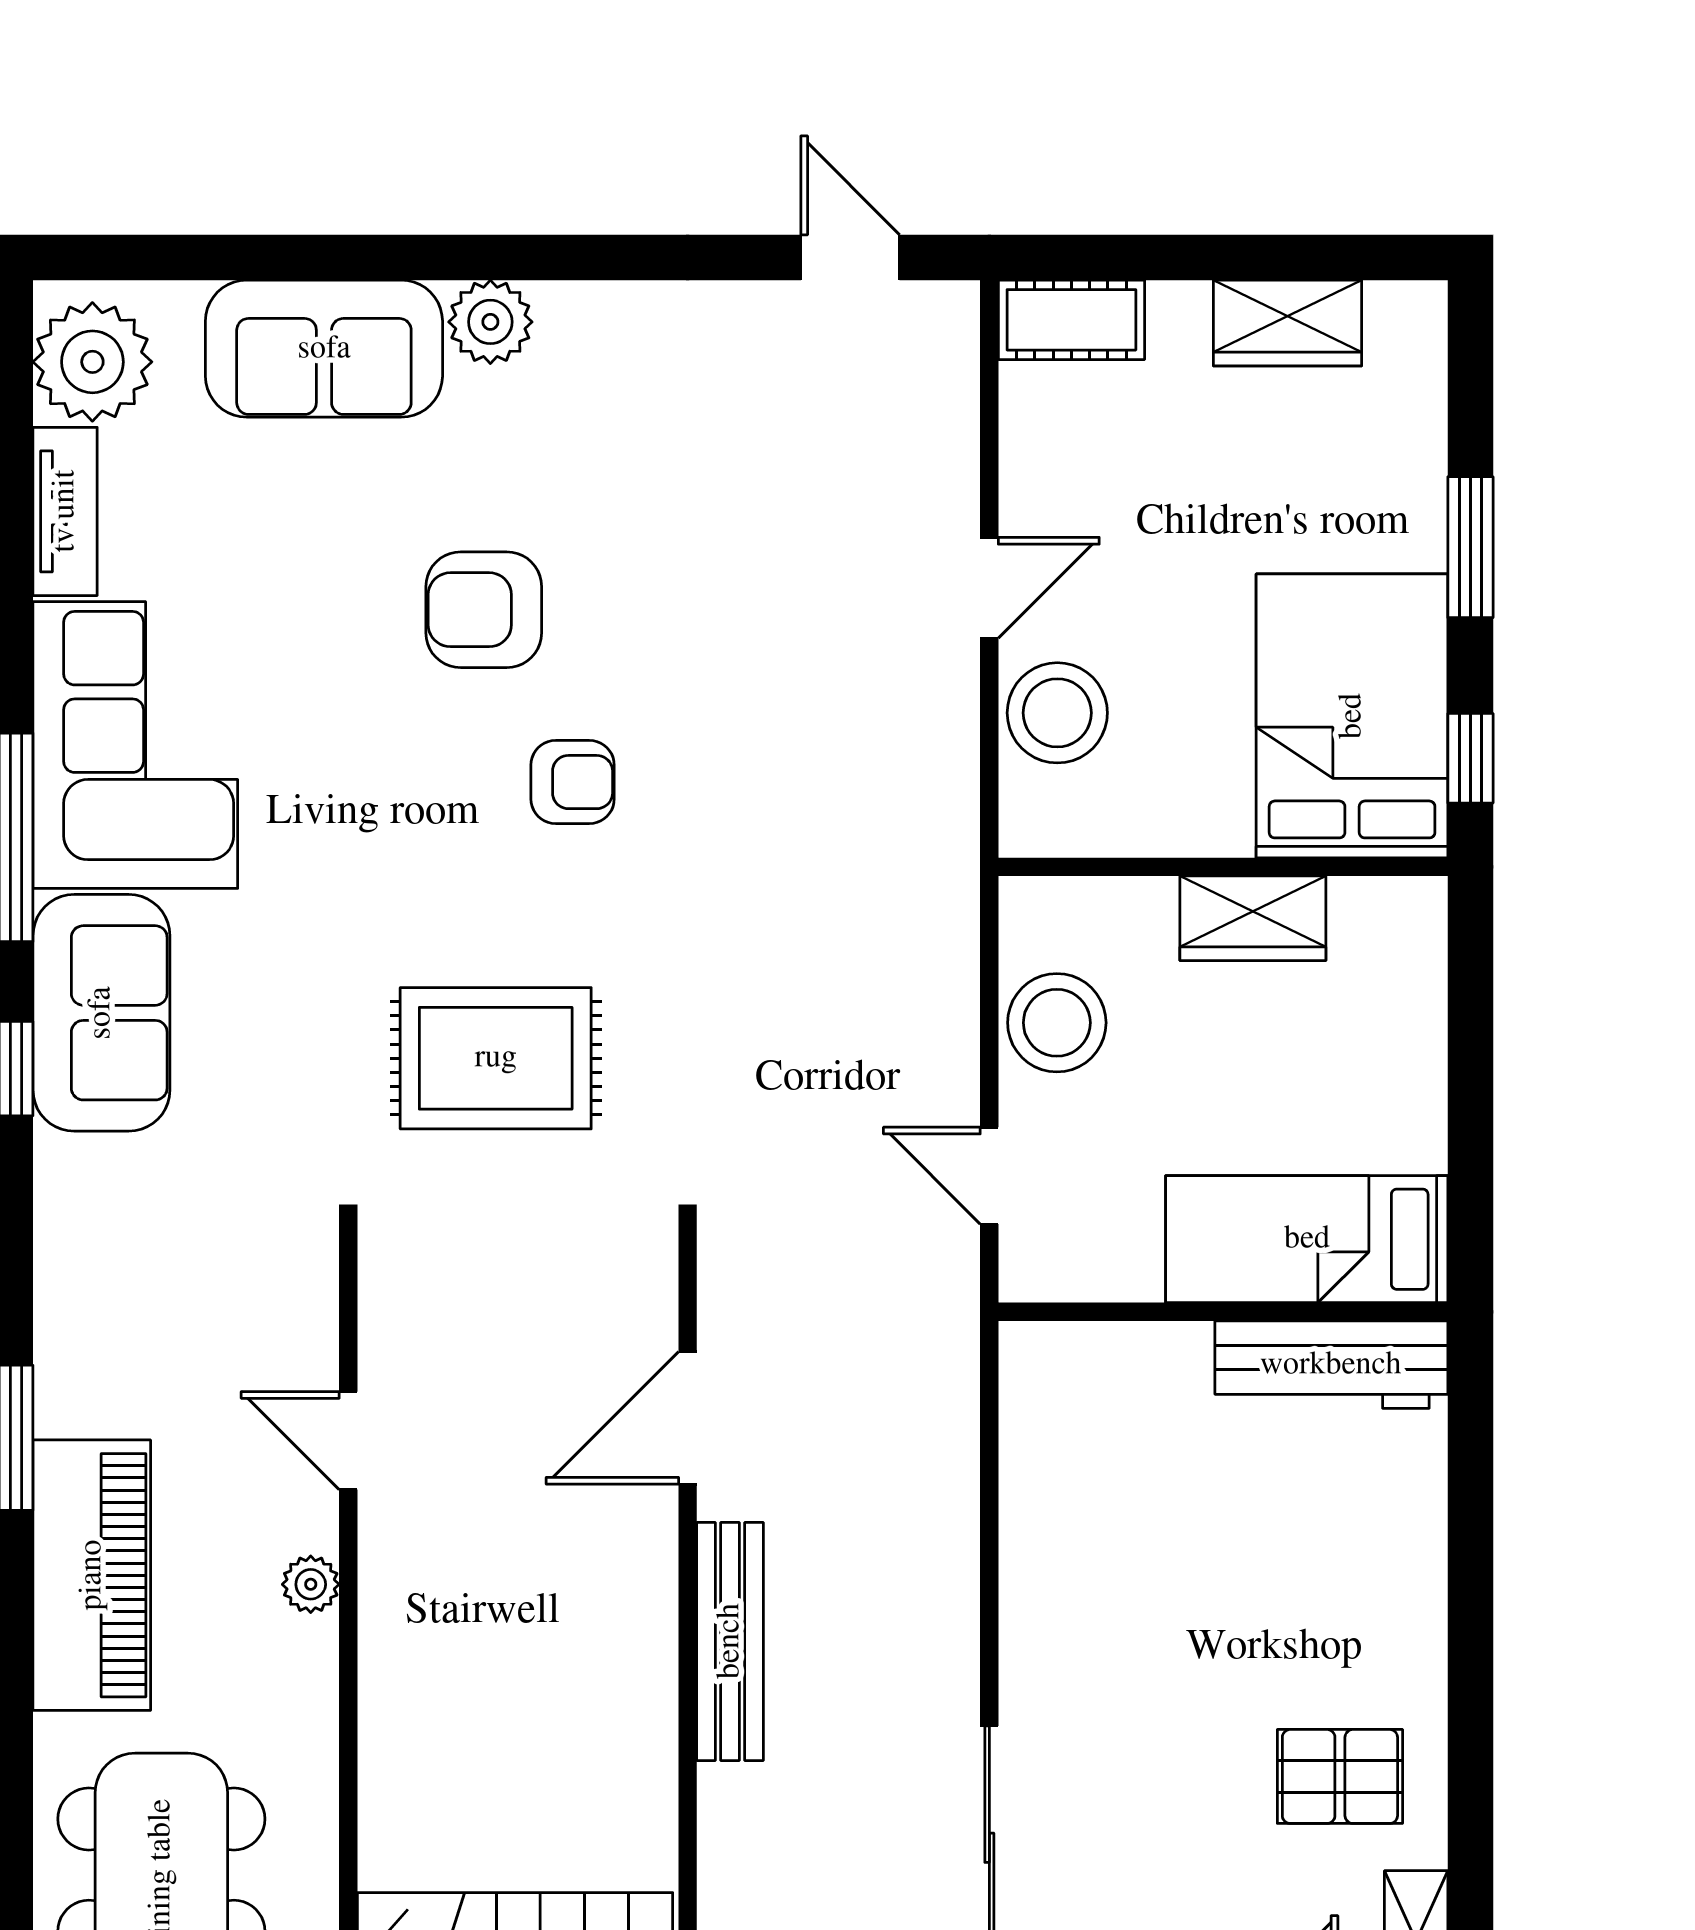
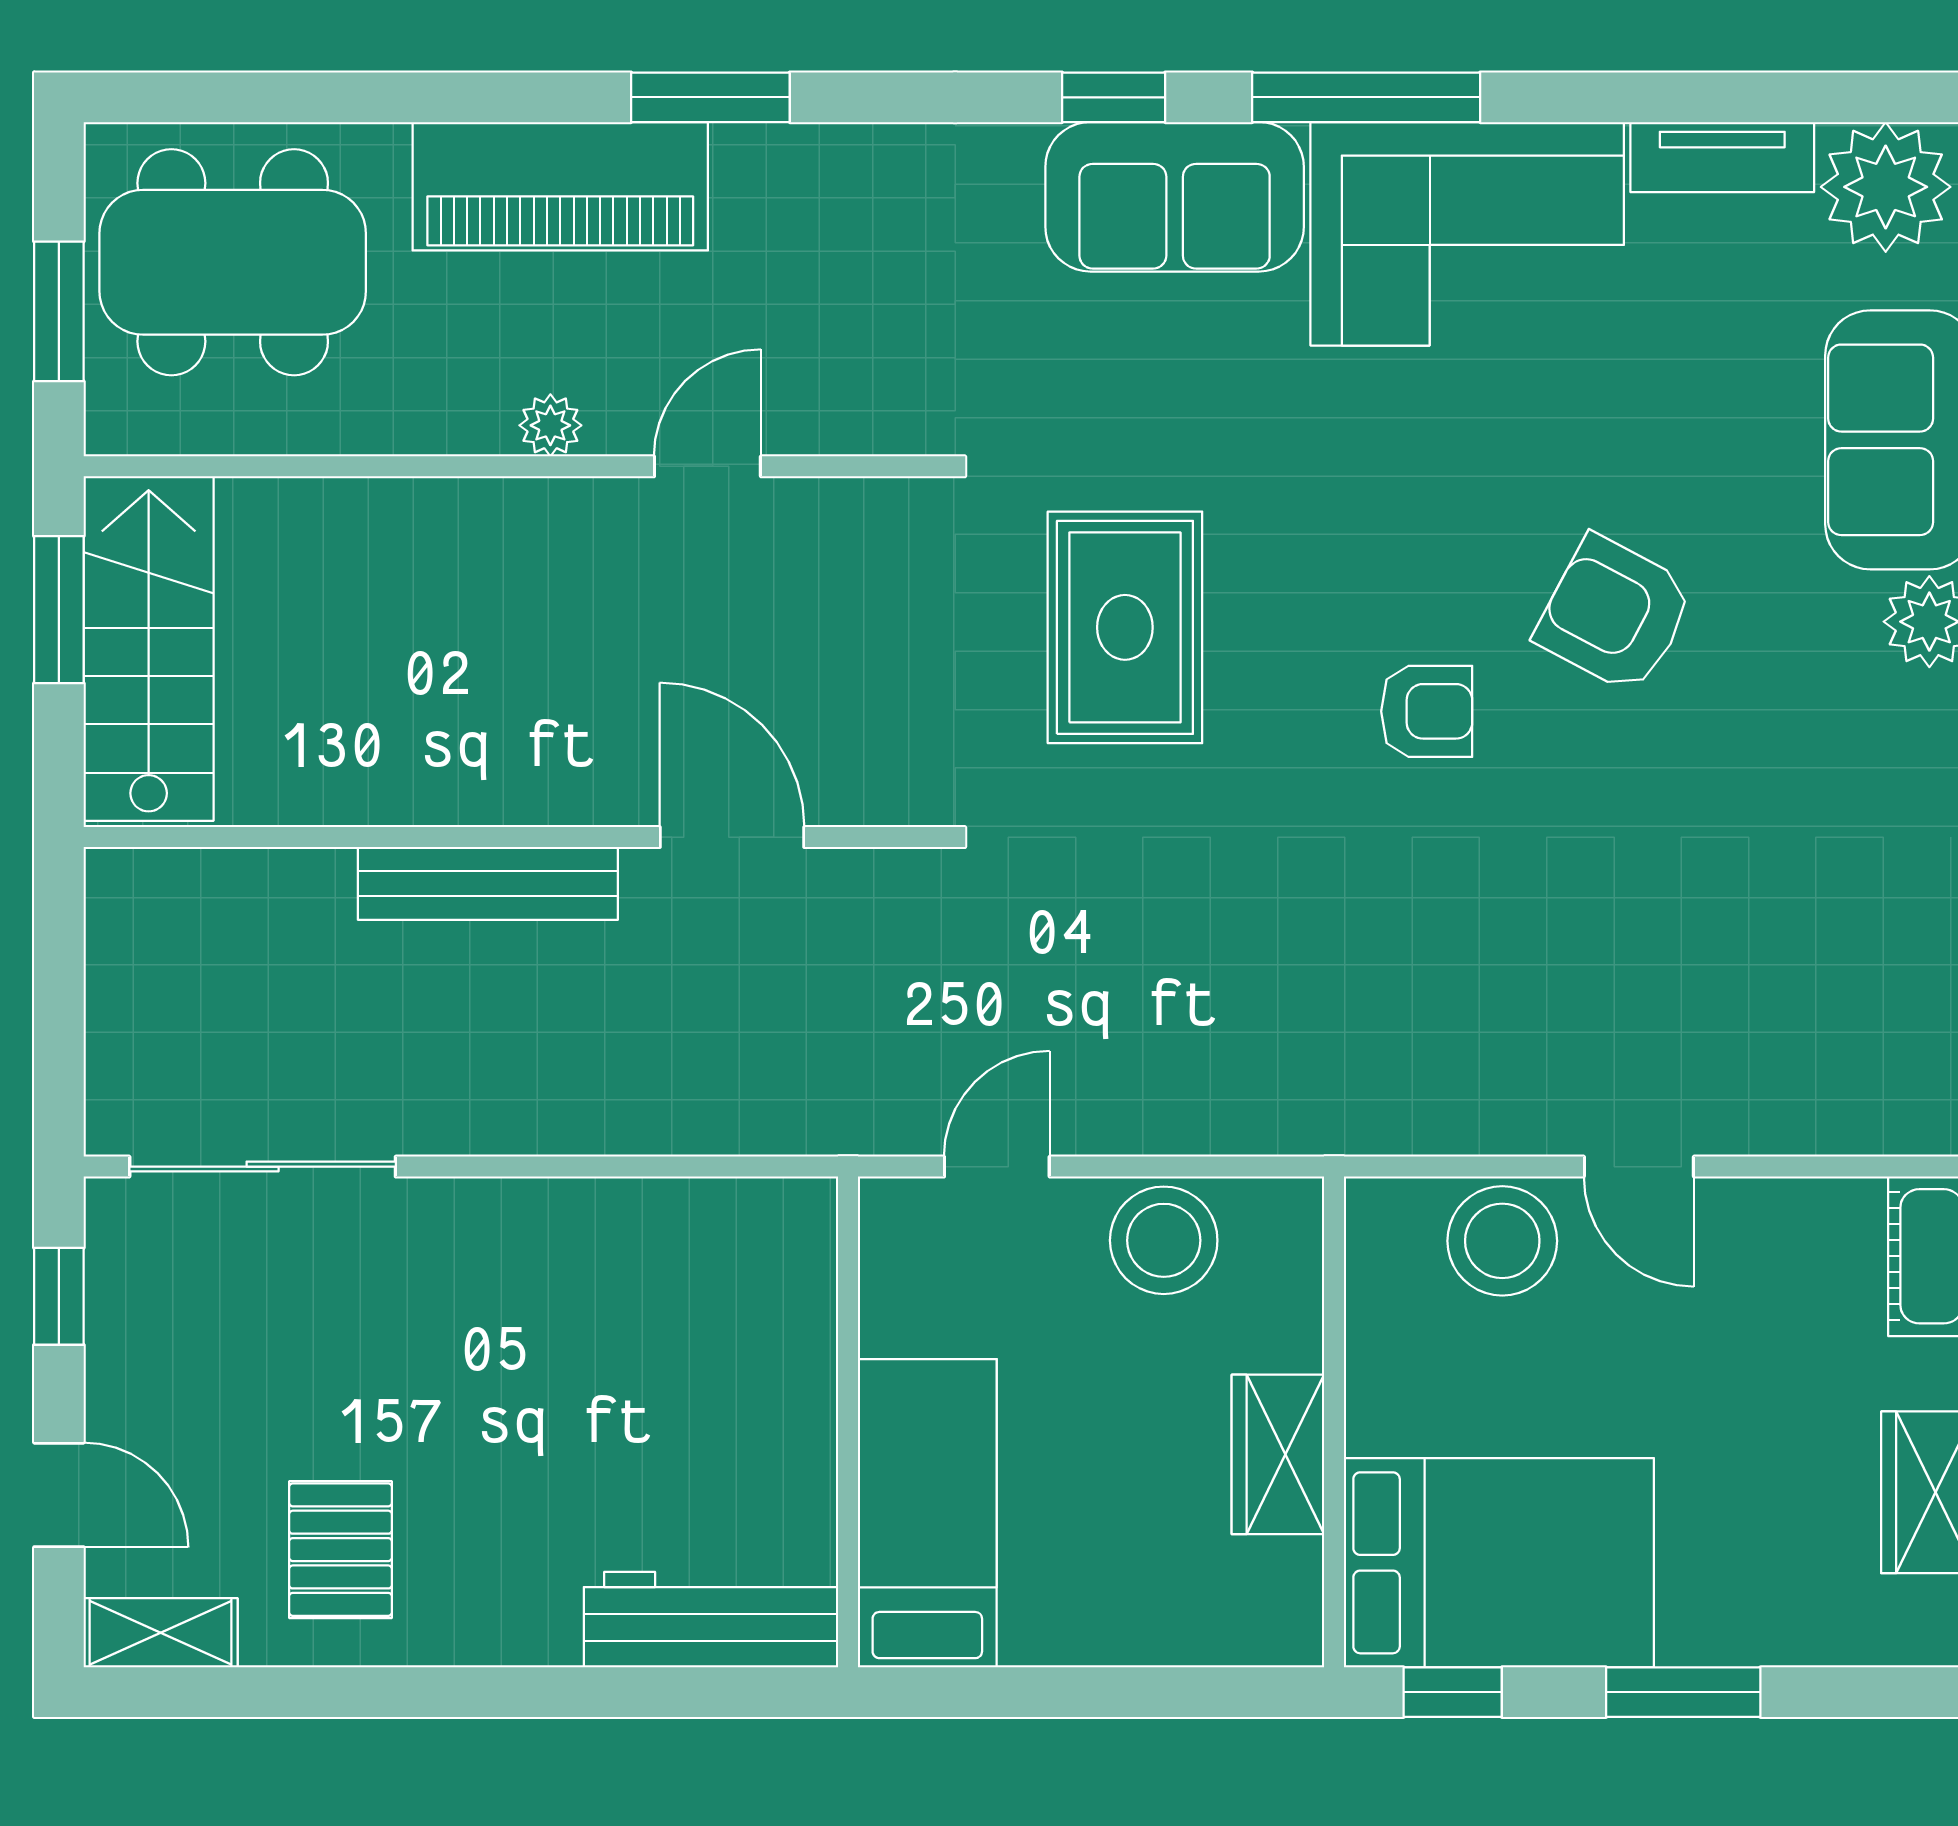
armchair: (484, 610) -> (1615, 614), turned -62
armchair: (573, 782) -> (1427, 711), turned -90
workbench: (1331, 1365) -> (711, 1620), moved, turned 90

